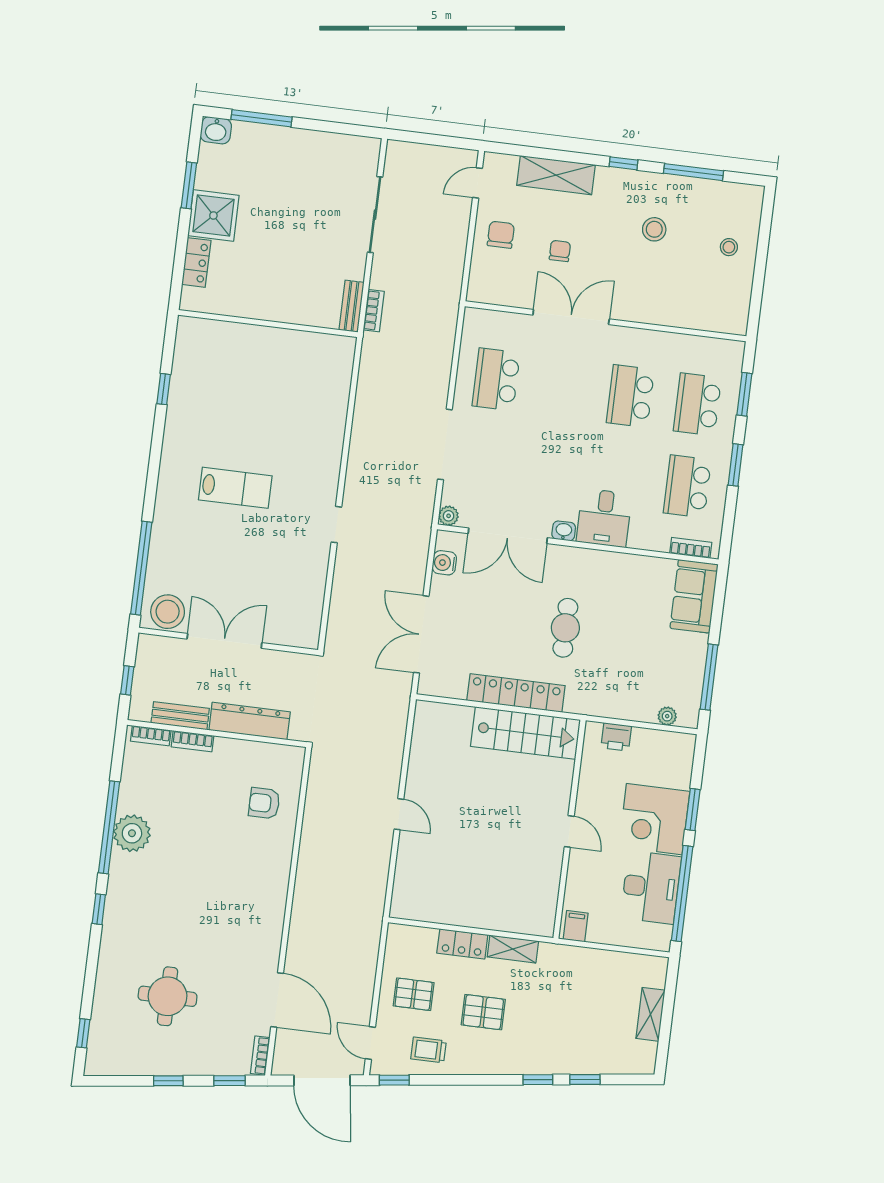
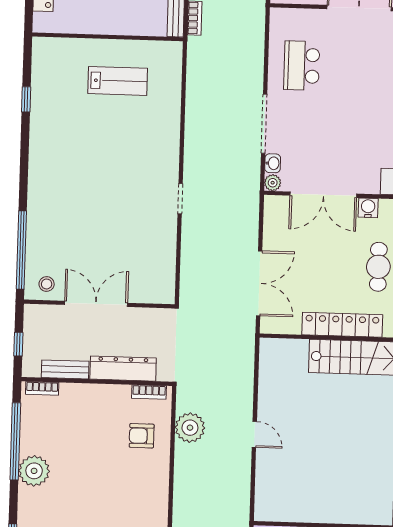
lab bench: (235, 488) -> (118, 81), moved
washbasin: (564, 531) -> (273, 163), moved, turned 90
water cooler: (444, 563) -> (368, 208), moved, turned 90
stool: (168, 612) -> (47, 284), width x0.53, depth x0.53
double door: (421, 634) -> (259, 283), swing flipped
bookcase: (192, 741) -> (149, 392), moved
plant: (323, 799) -> (190, 428), added
window: (109, 827) -> (15, 441), moved

